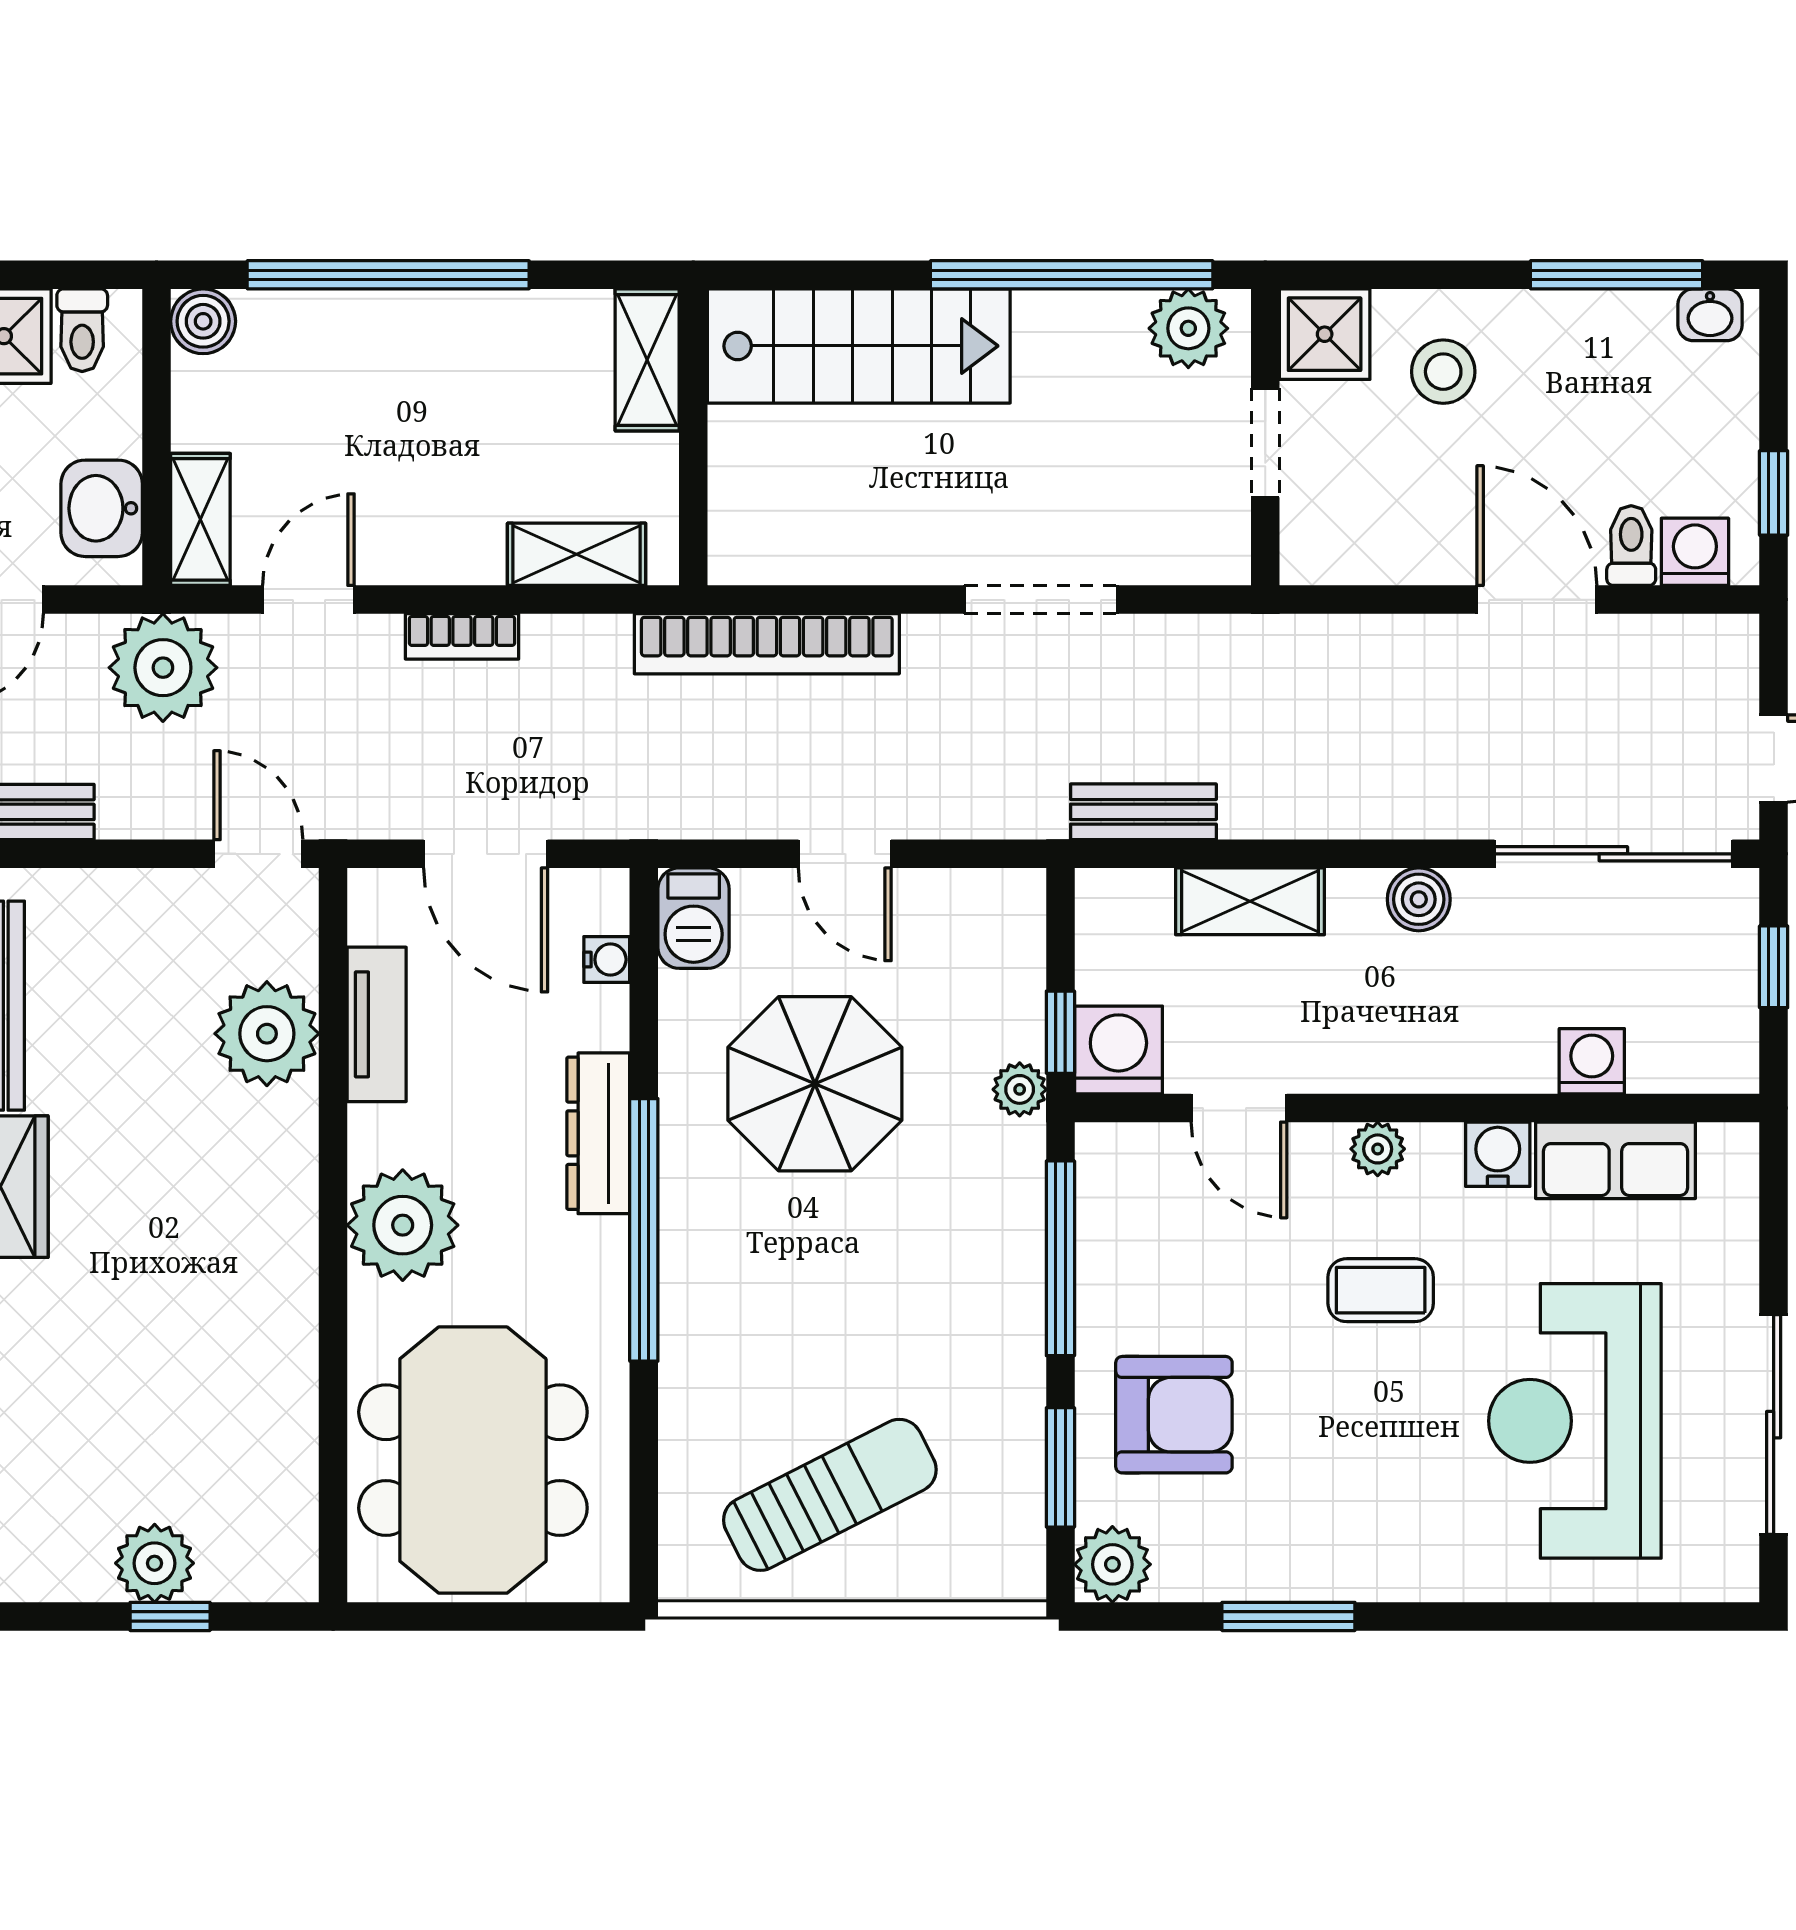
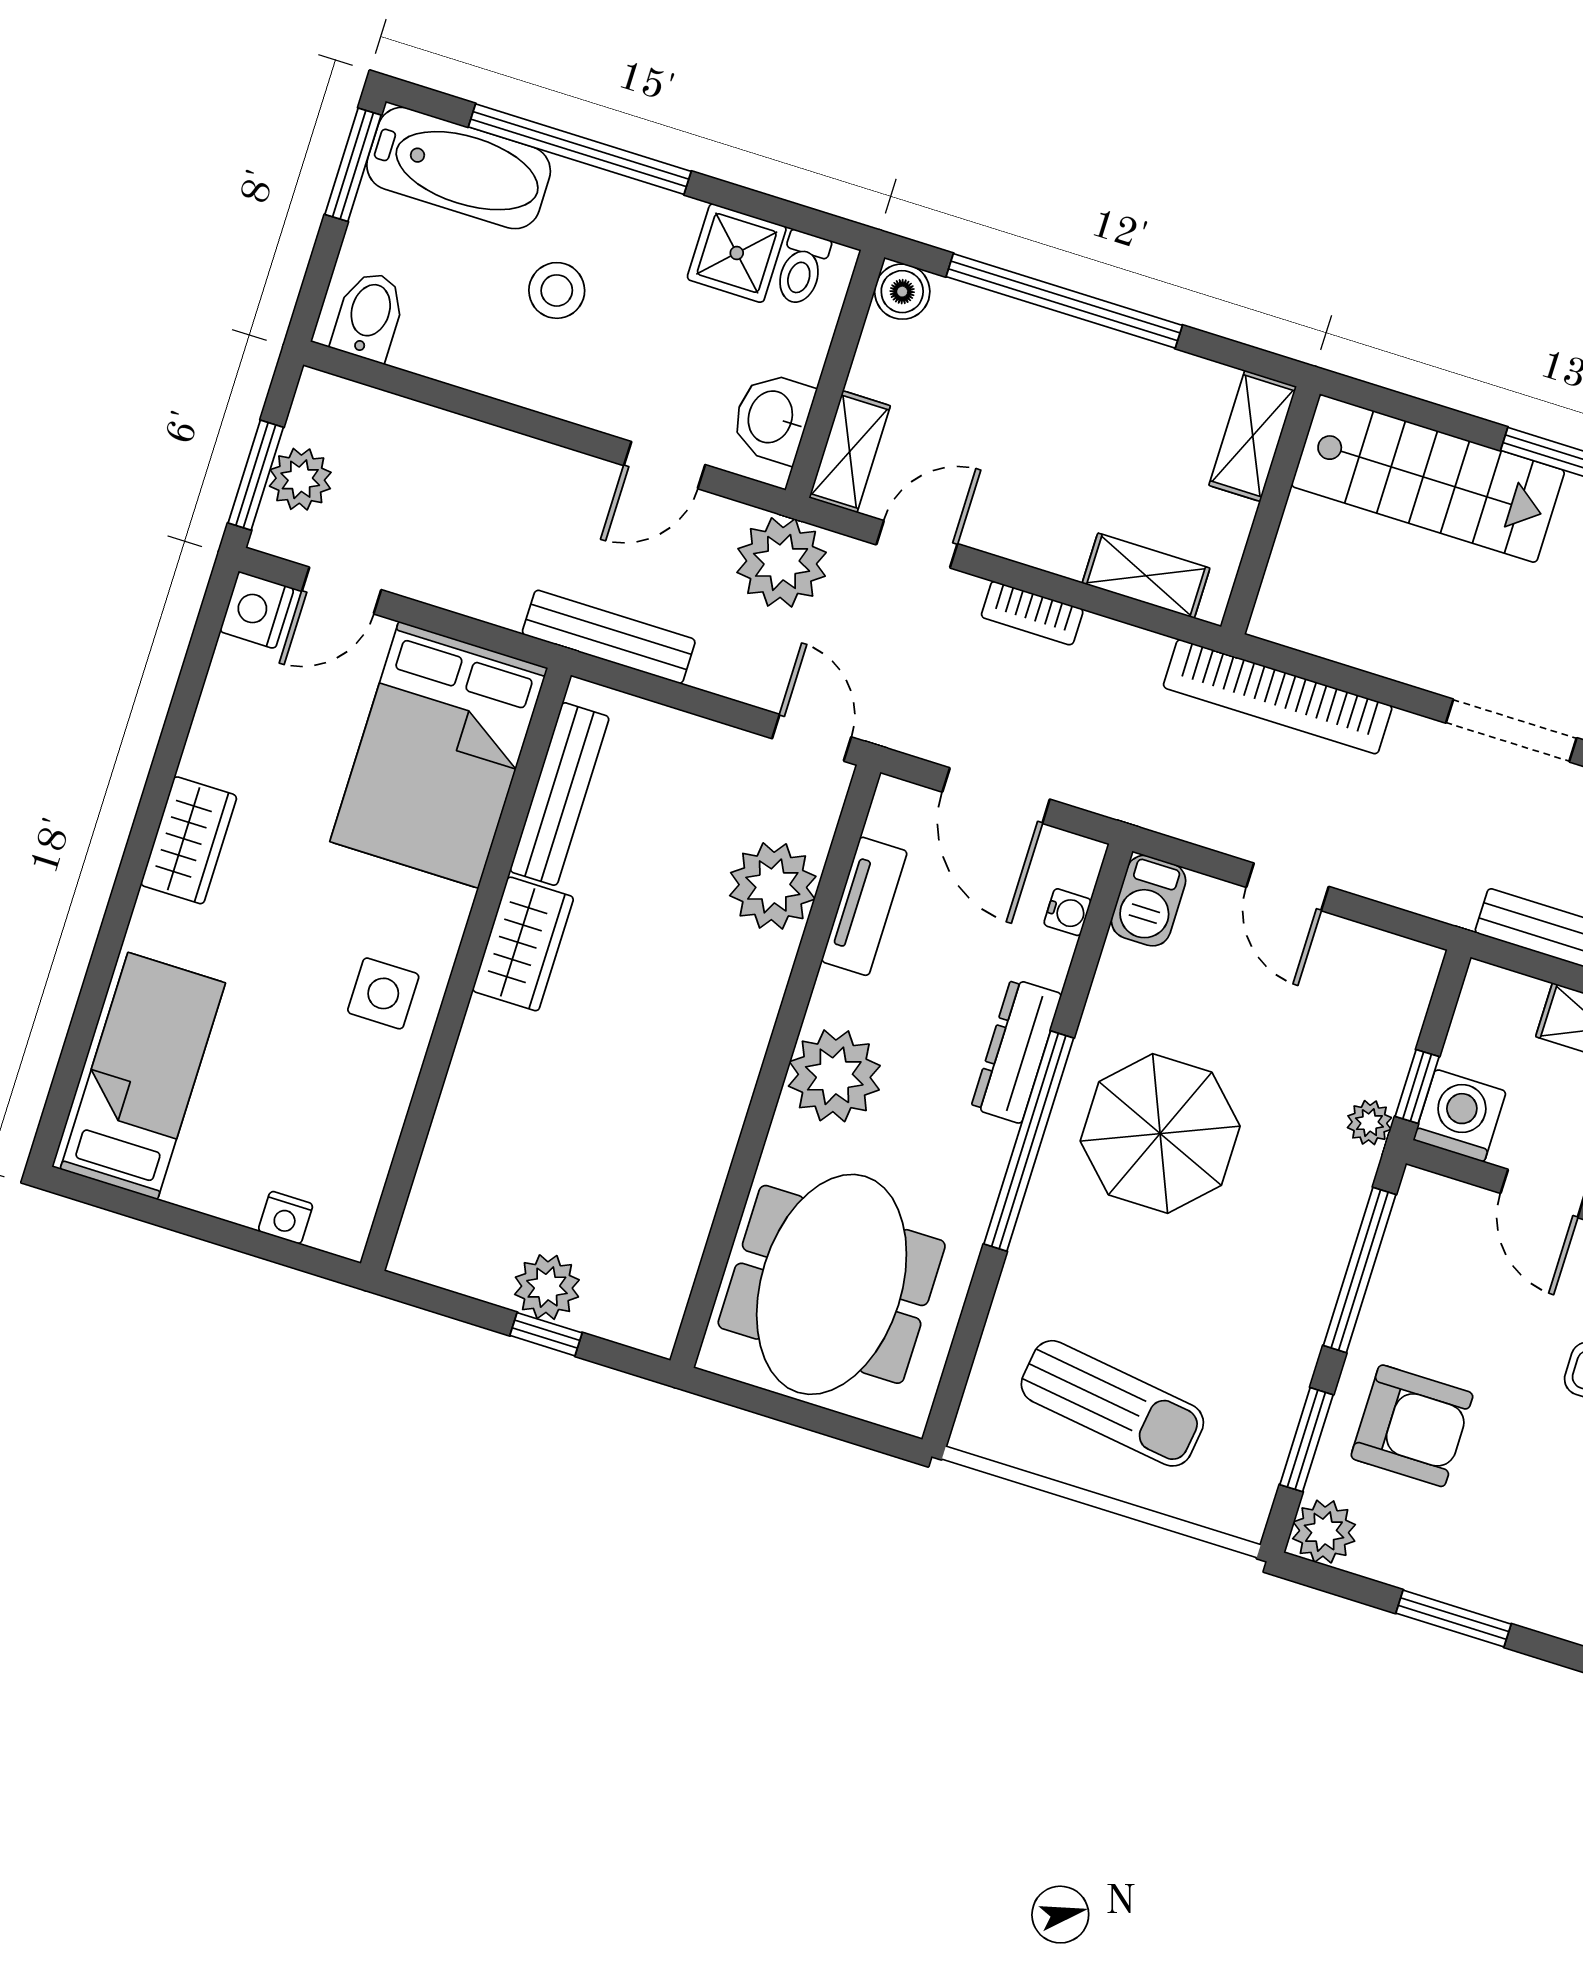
parasol: (815, 1084) -> (1160, 1134), moved
sun lounger: (830, 1495) -> (1112, 1403), turned 35

